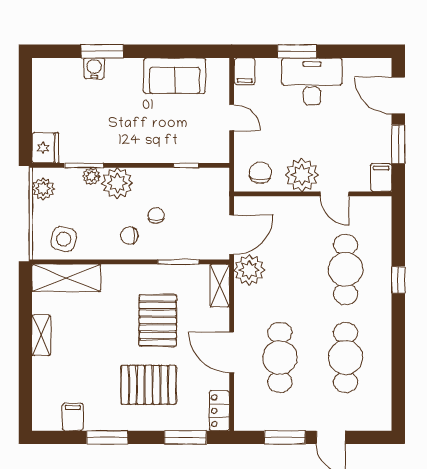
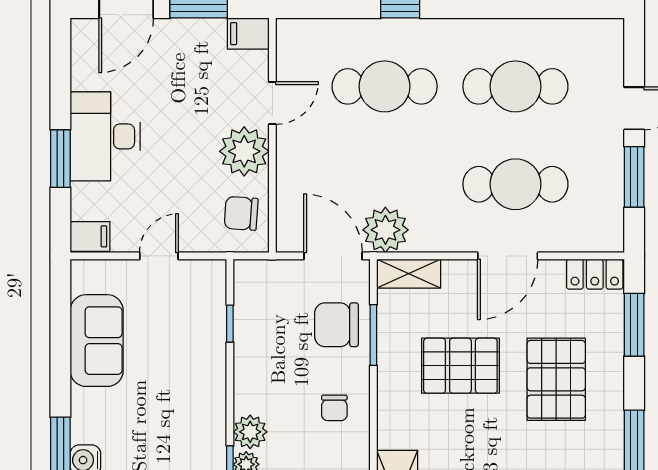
plant: (117, 183) -> (250, 432), width x0.73, depth x0.73
chair: (156, 215) -> (336, 325), moved, width x1.87, depth x1.87

